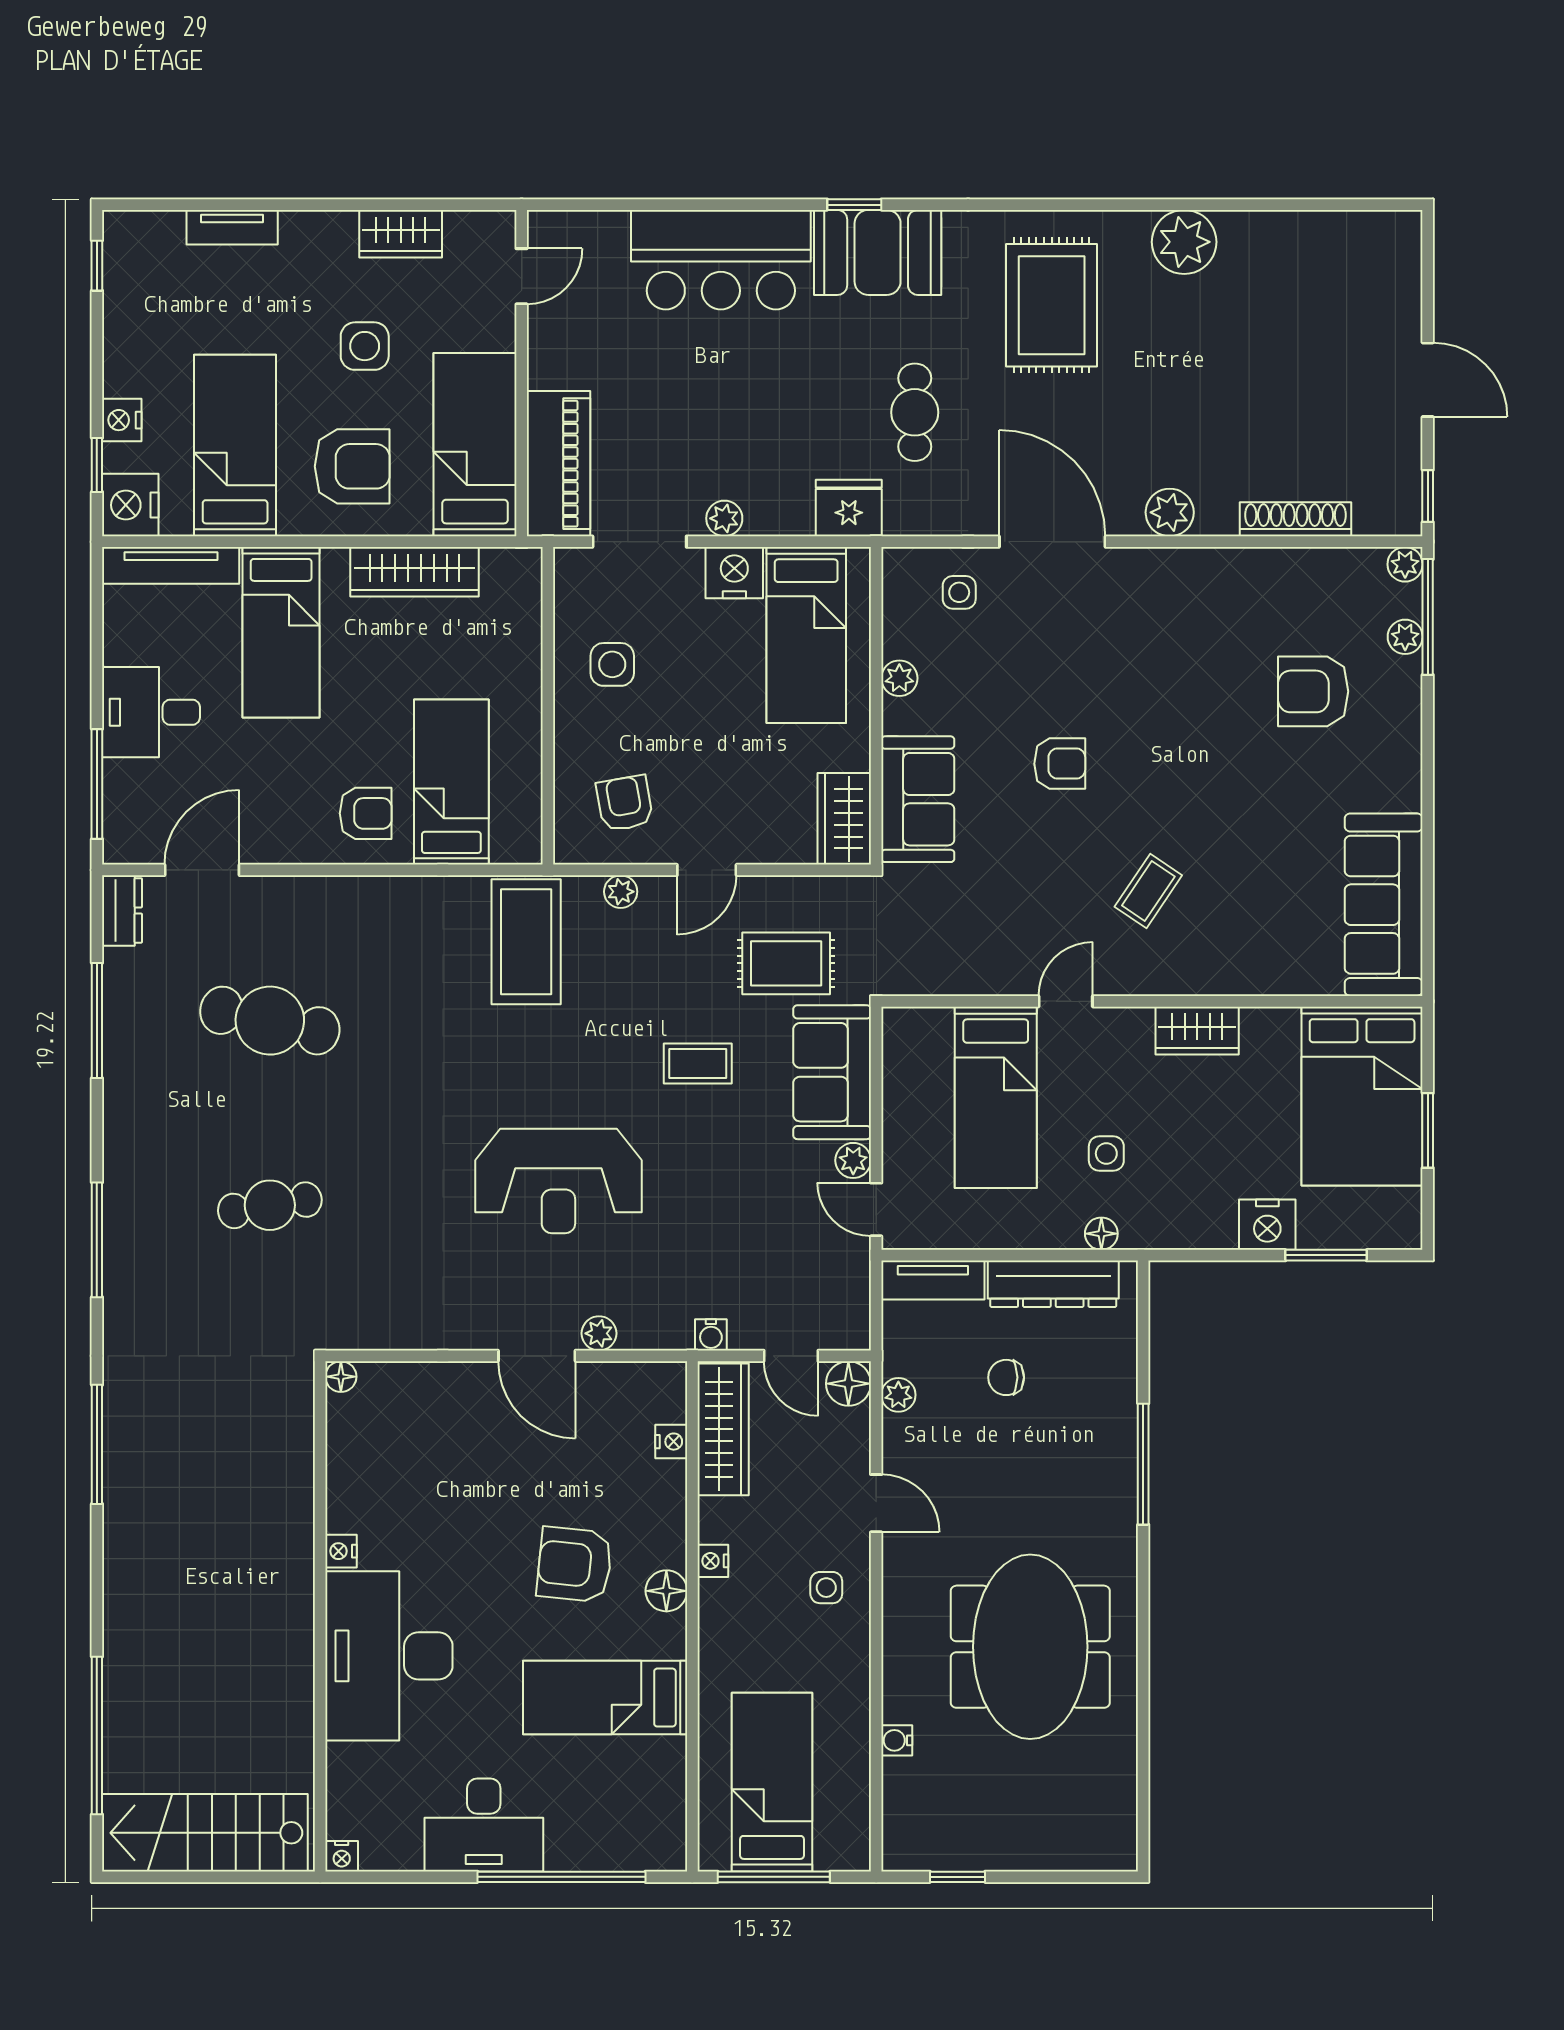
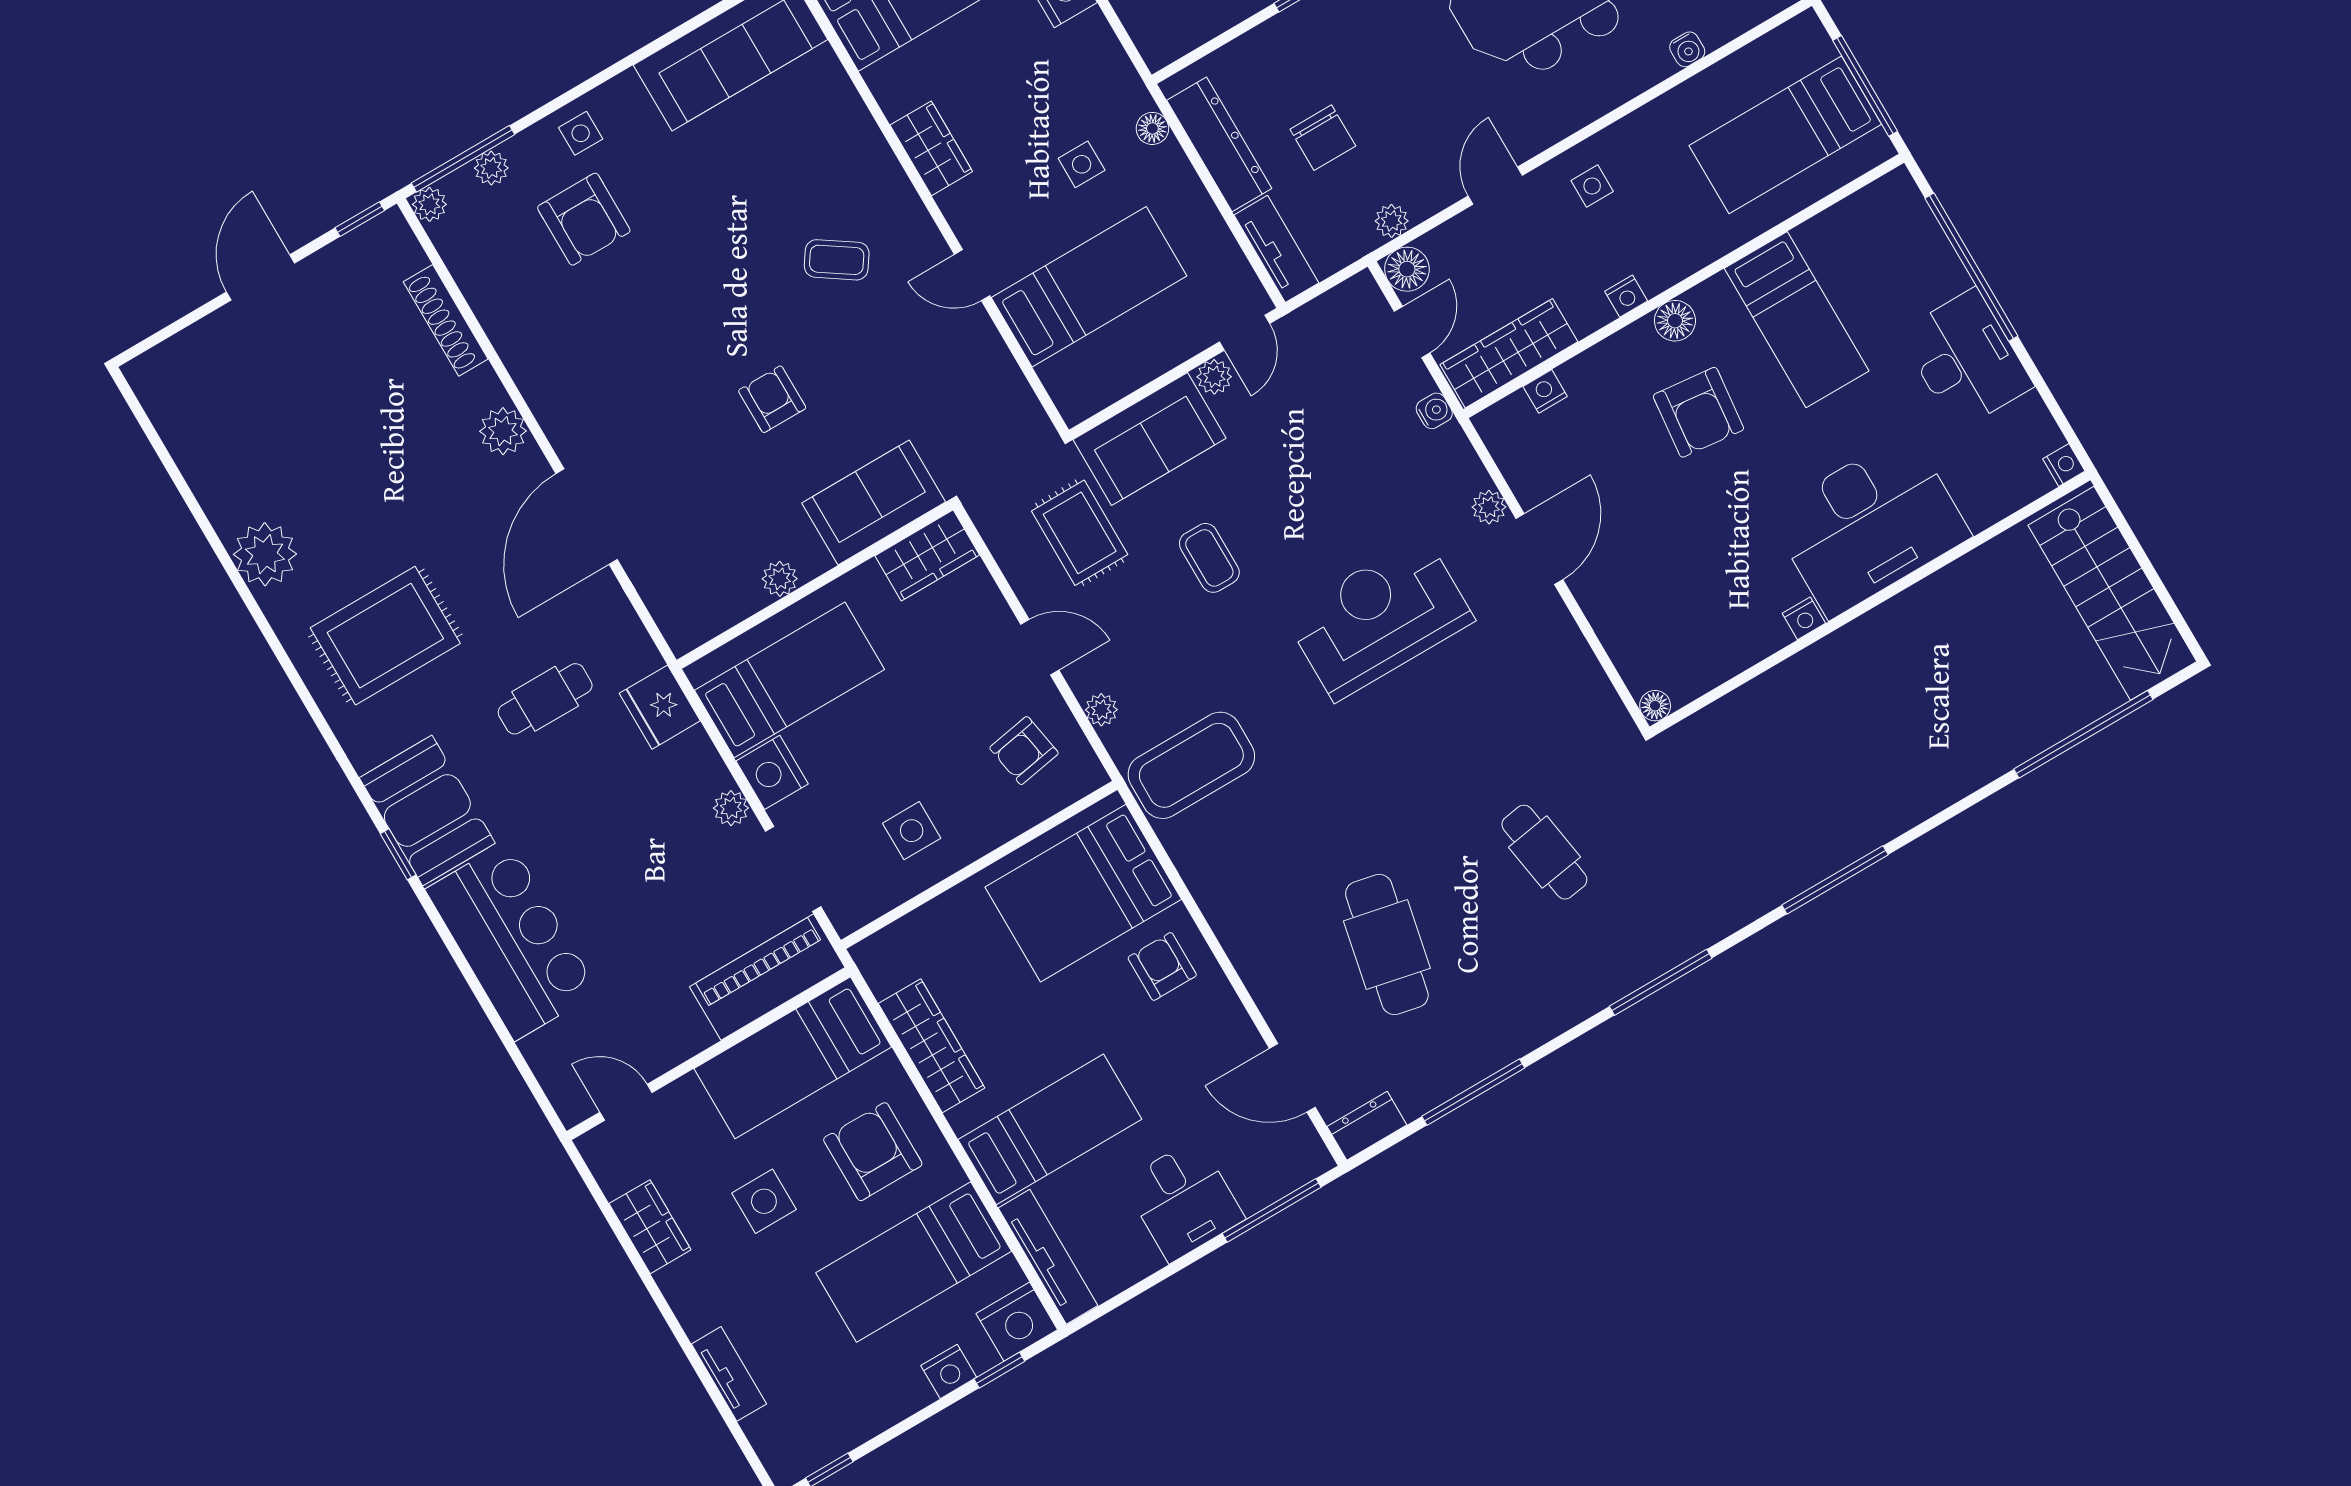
side table: (959, 592) -> (581, 133), moved
bed: (451, 782) -> (1083, 893), width x1.50
reception desk: (558, 1181) -> (1379, 618), turned -90
chair: (1006, 1377) -> (1323, 138), width x1.37, depth x1.37

